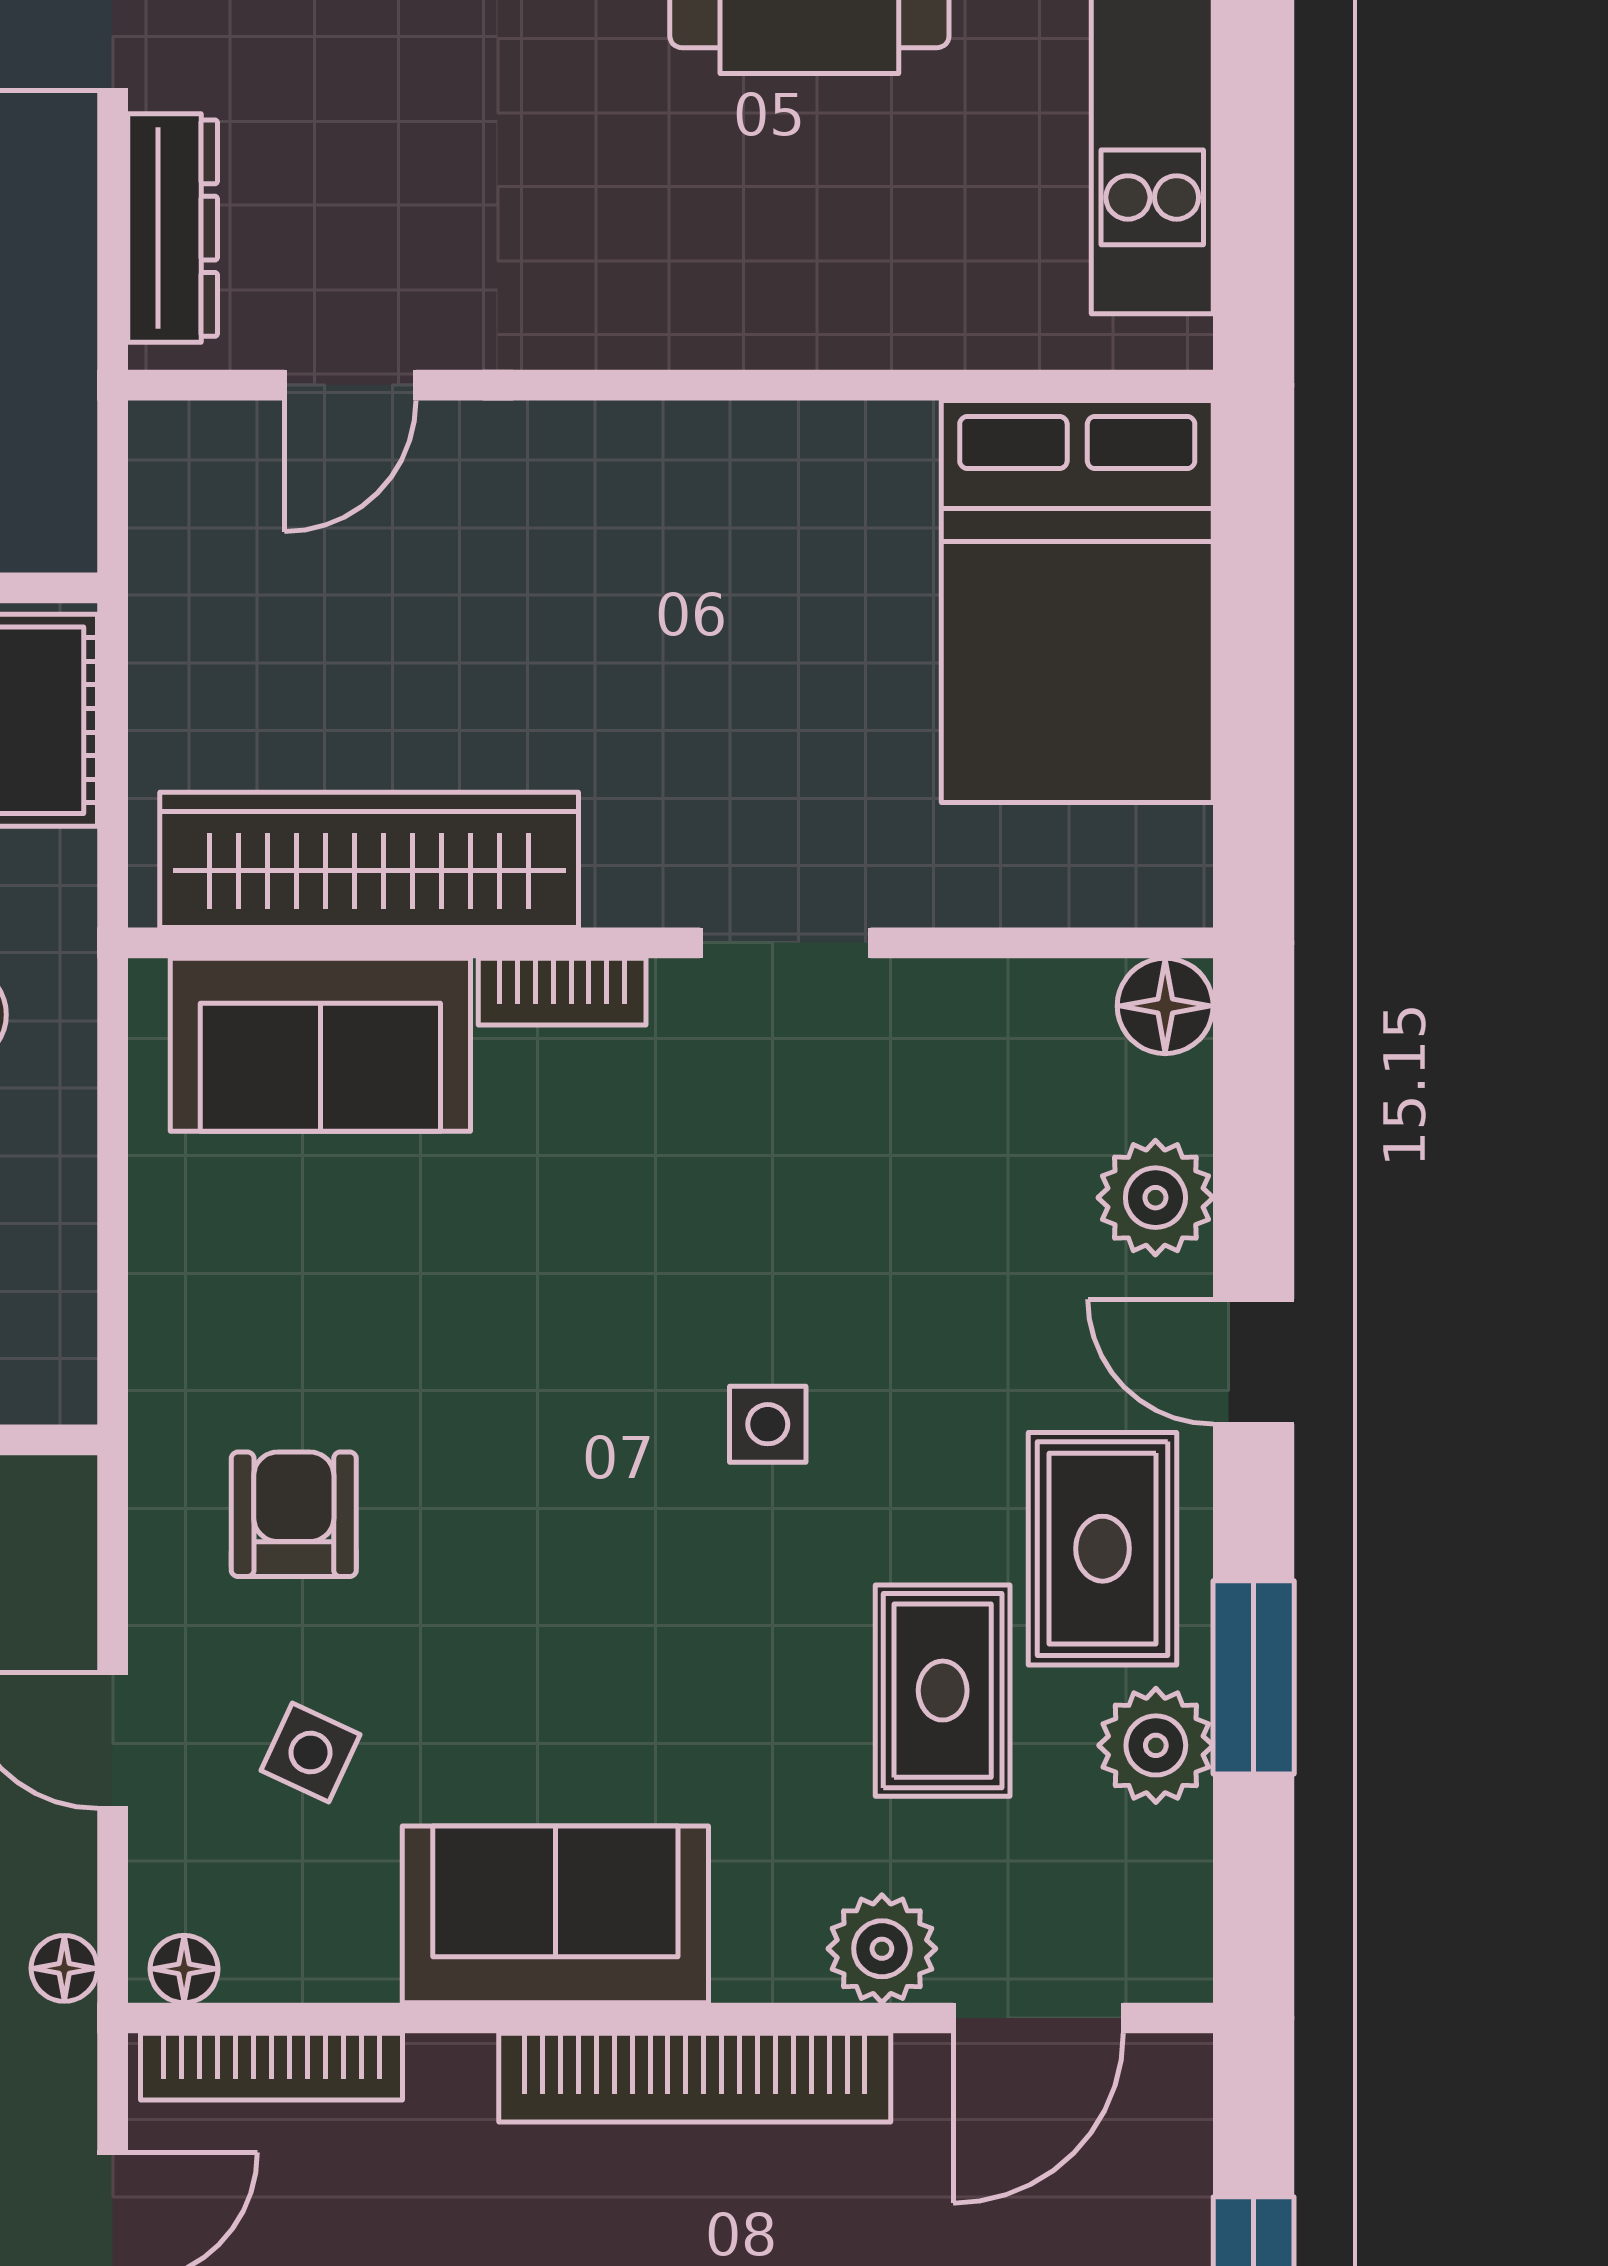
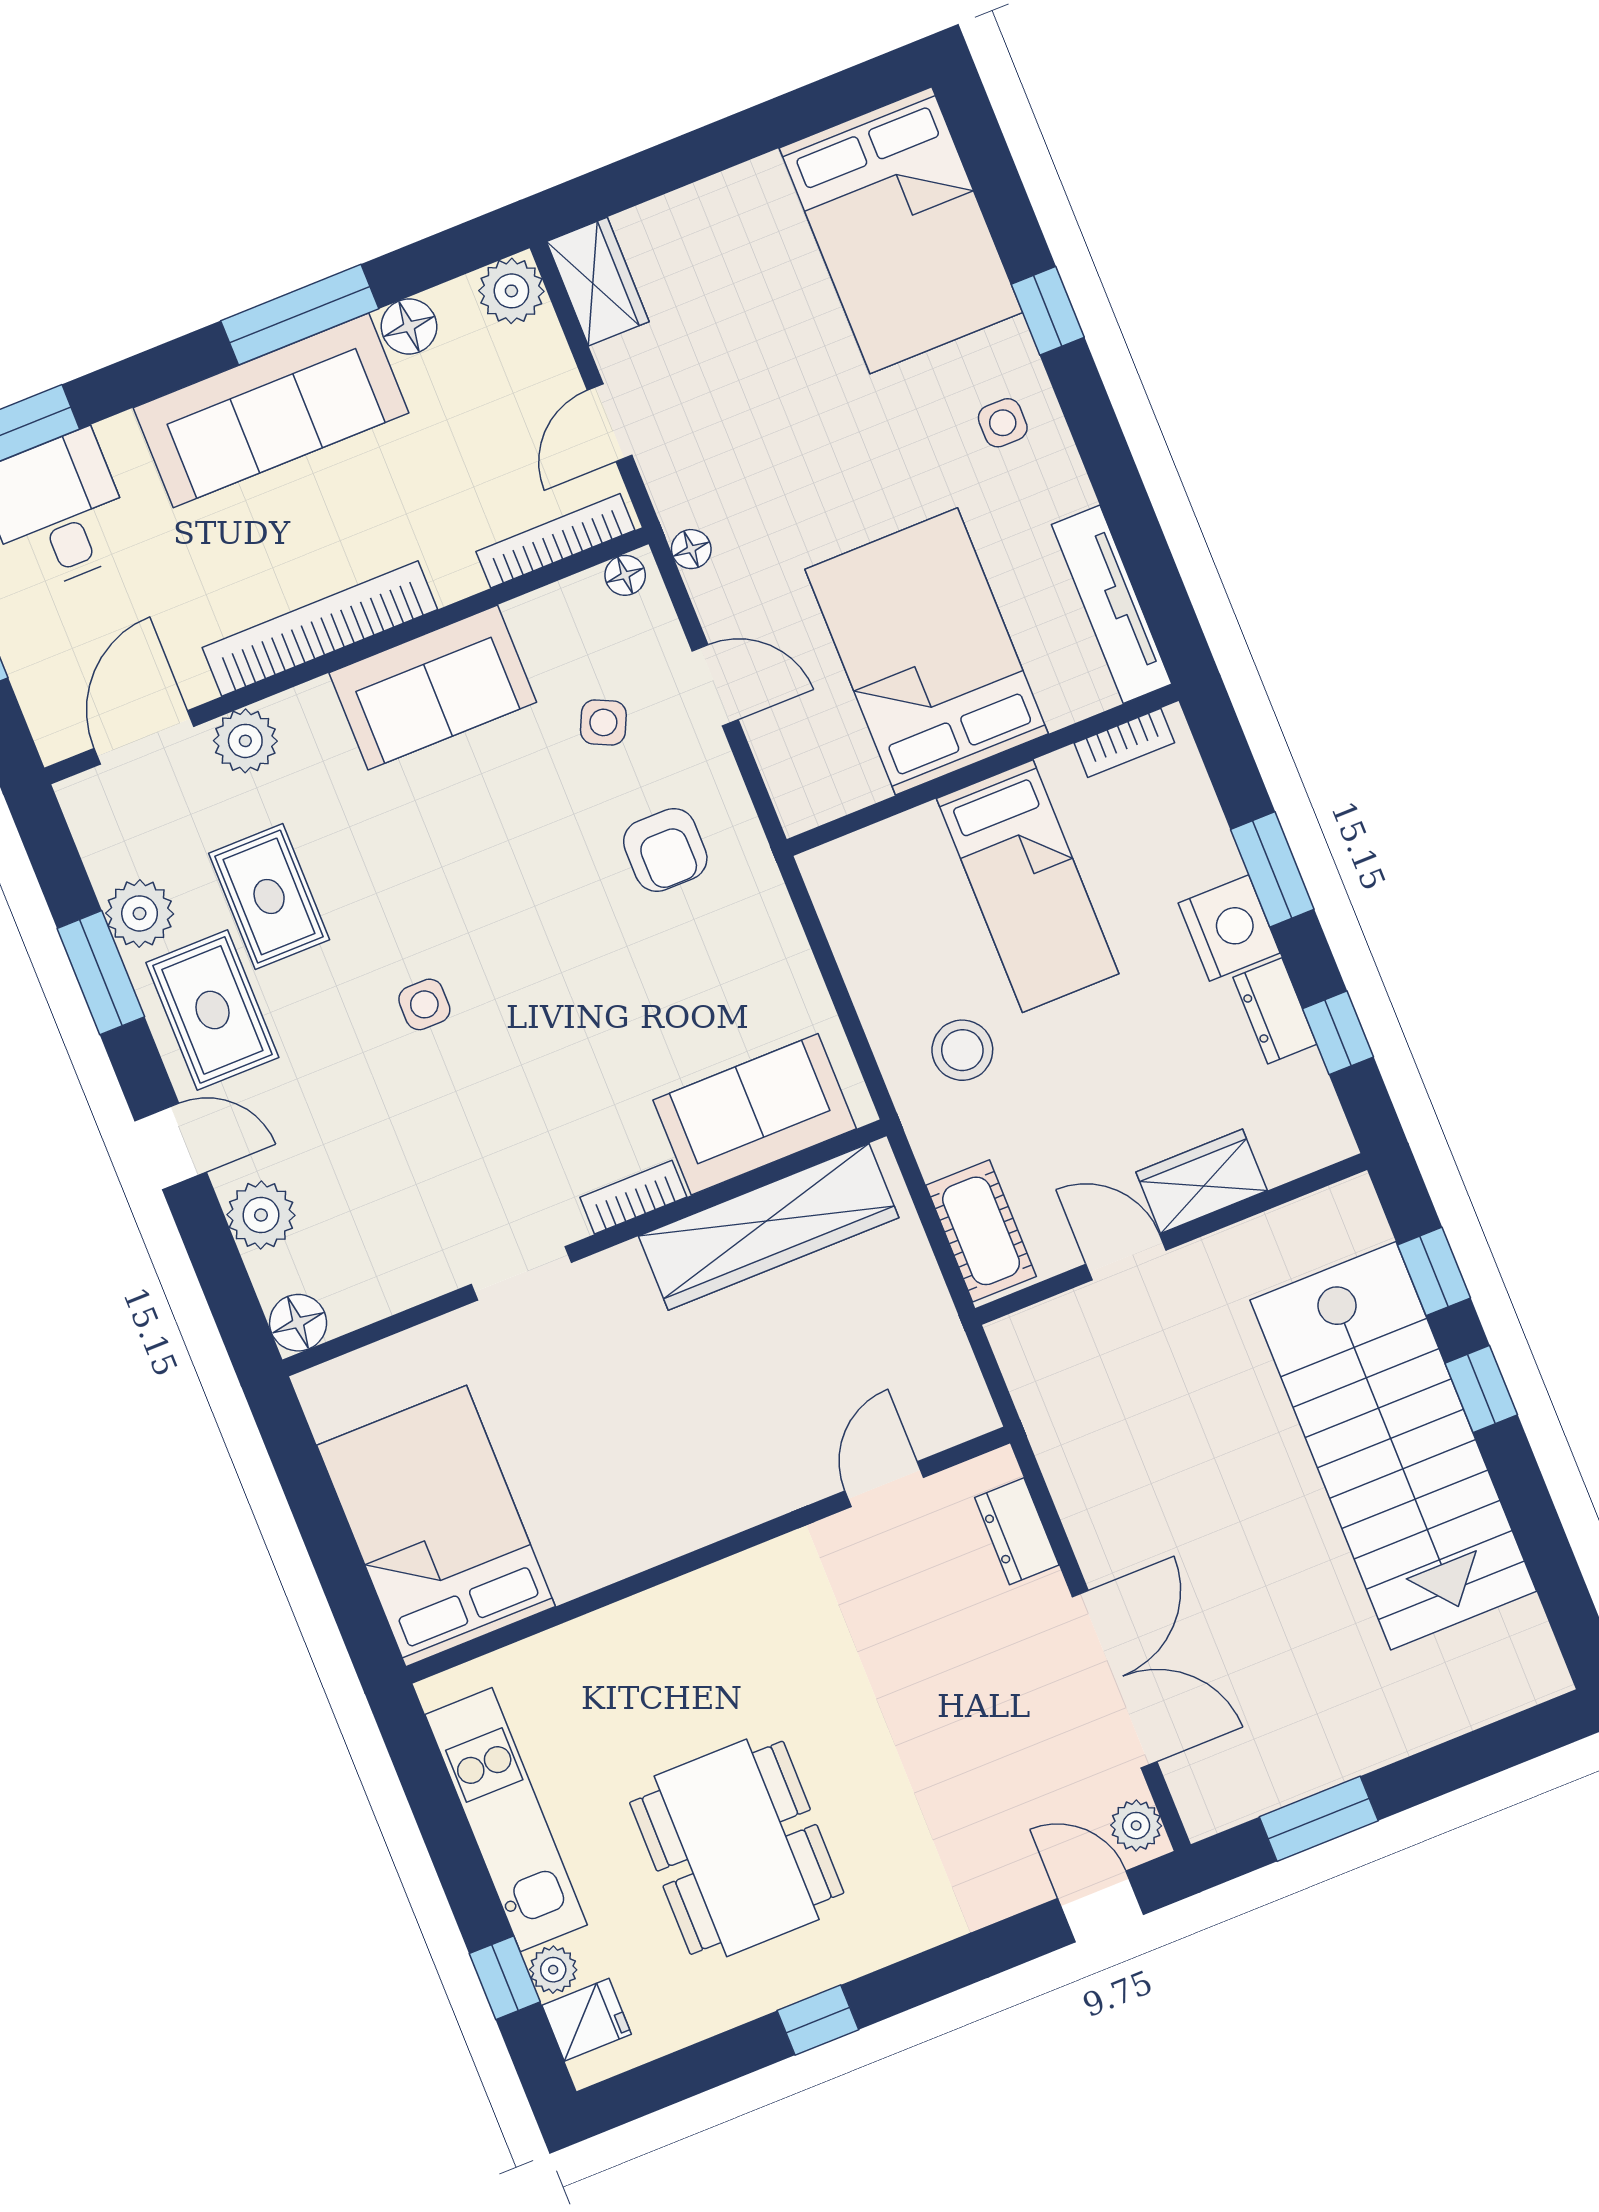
dresser: (173, 228) -> (1017, 1531), width x0.70

